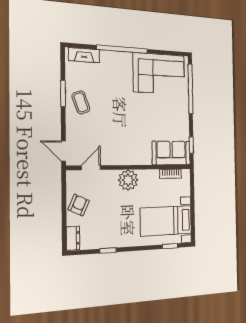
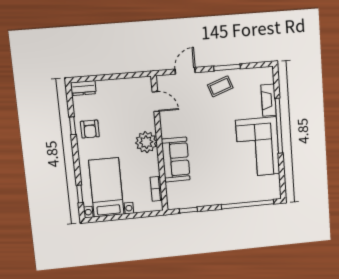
fireplace: (84, 55) -> (269, 100), moved
corner sofa: (159, 74) -> (258, 147), moved
door: (63, 151) -> (185, 71), moved
sofa: (171, 153) -> (176, 160), moved
armchair: (79, 205) -> (90, 129), moved, turned 65

